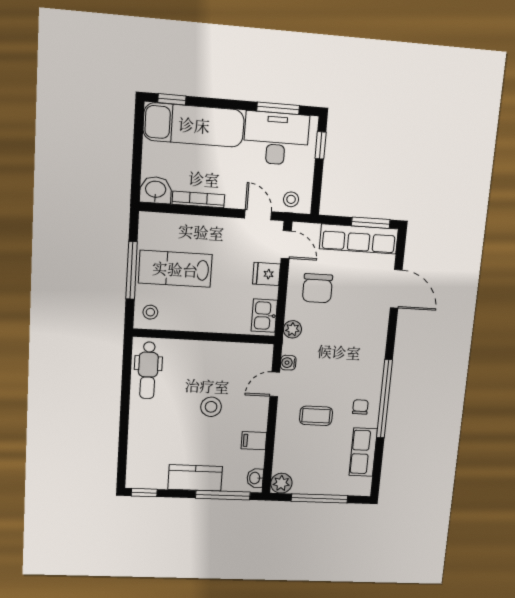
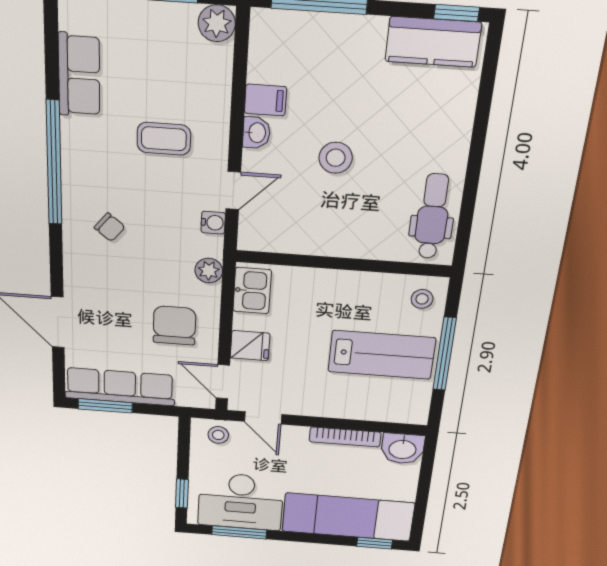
chair: (360, 407) -> (110, 227), moved, turned -51
kitchen counter: (195, 478) -> (433, 42), moved
washbasin: (255, 478) -> (256, 133), moved

